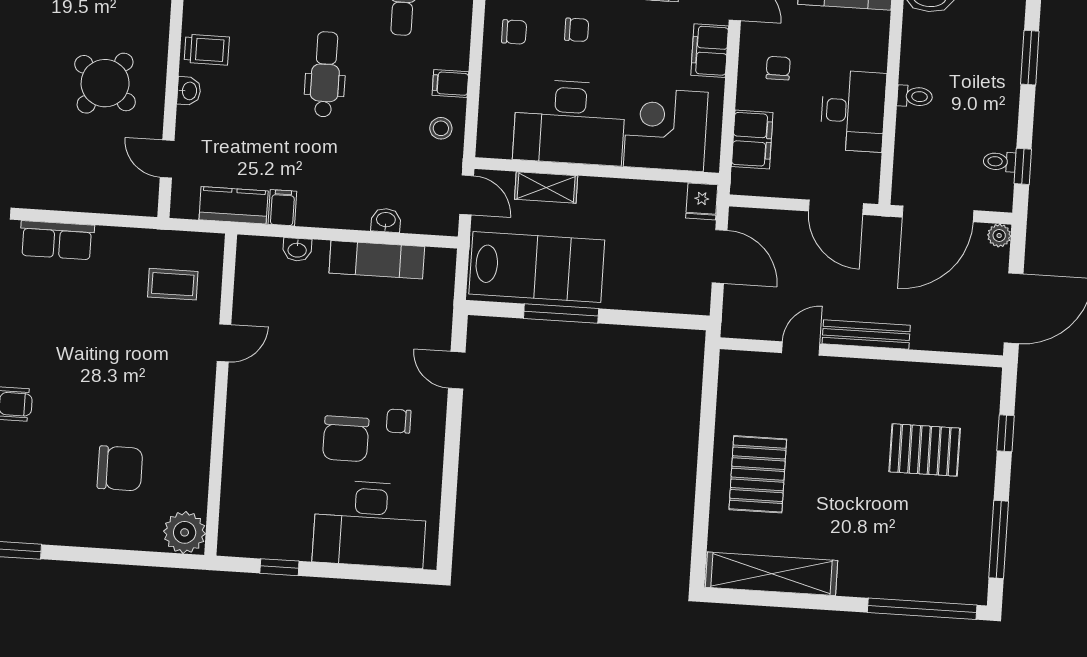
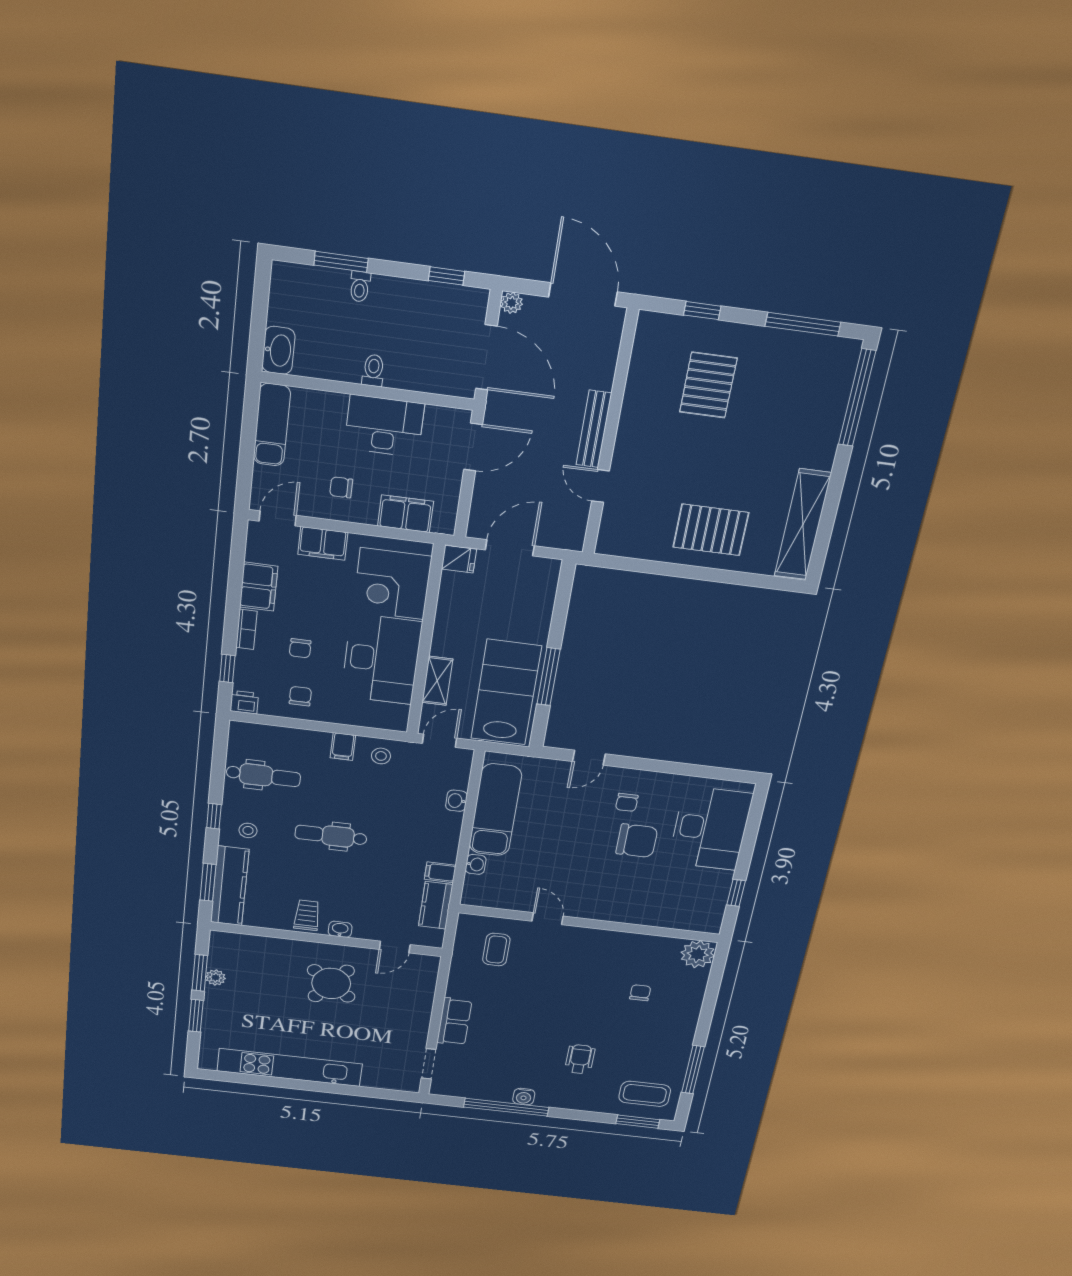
chair: (577, 30) -> (300, 648), turned 180
toilet: (1000, 162) -> (360, 287), moved
exam couch: (377, 260) -> (495, 810), width x1.36, depth x1.45
chair: (120, 468) -> (640, 993), width x0.54, depth x0.54

